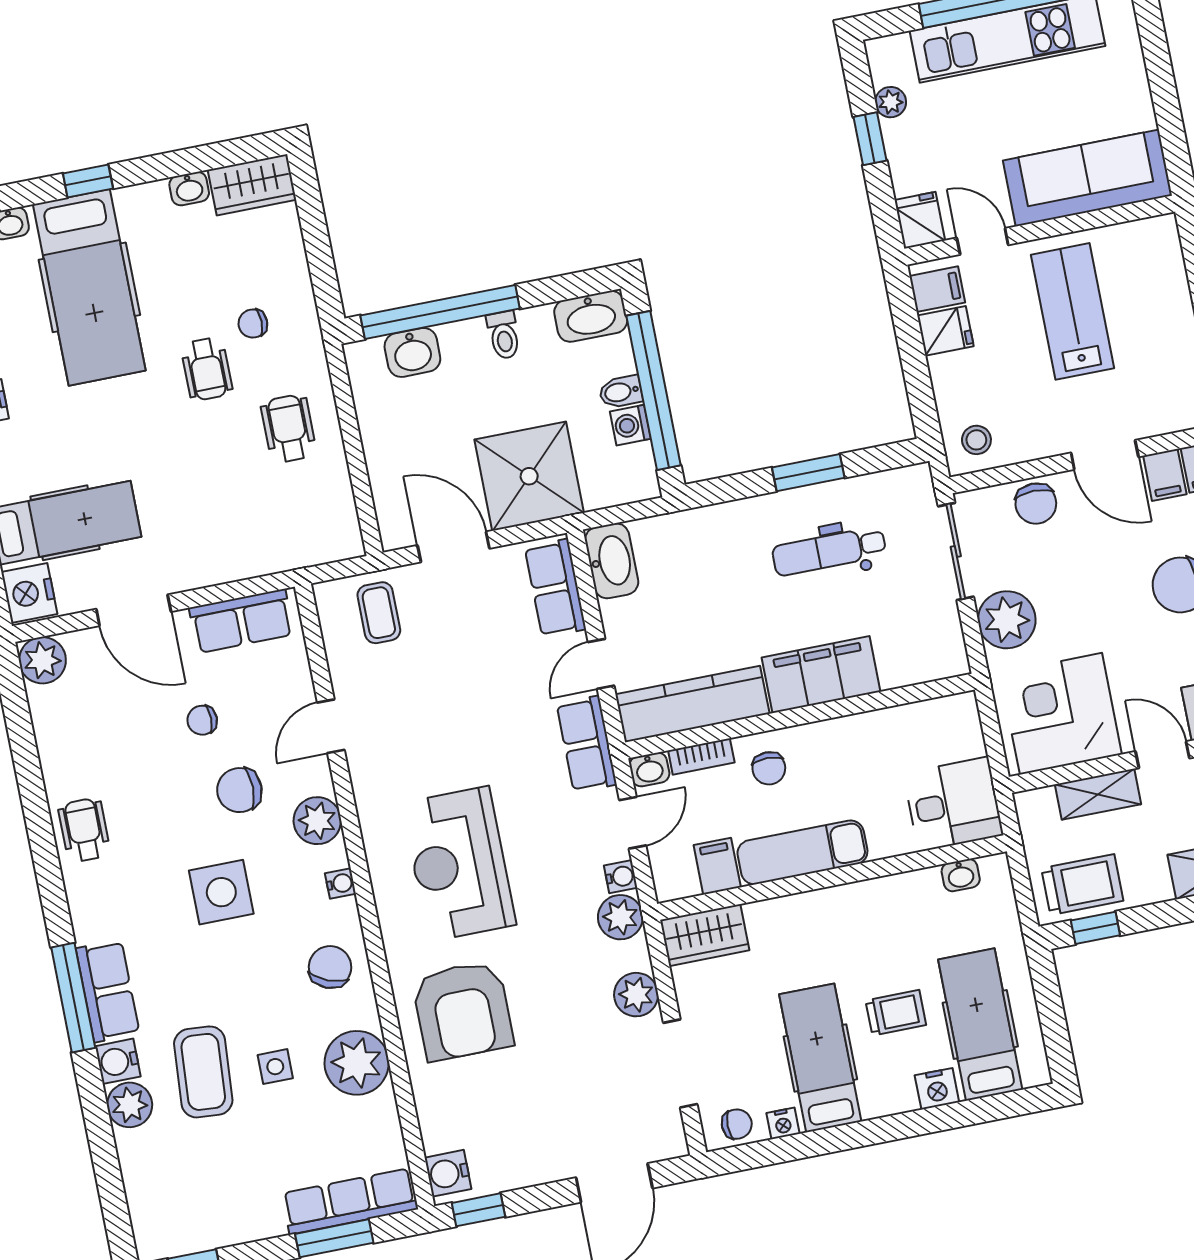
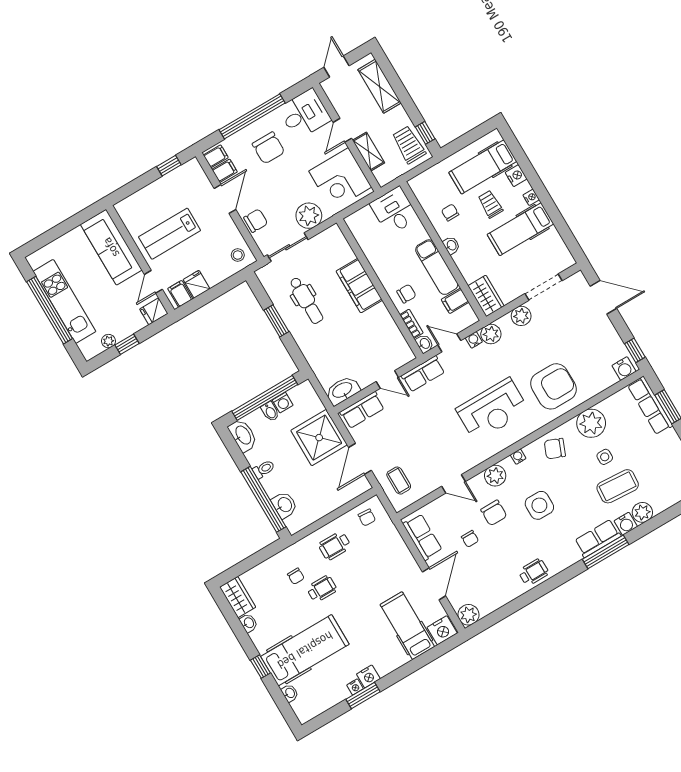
chair: (324, 518) -> (367, 517), added
coffee table: (379, 613) -> (399, 481), turned 90
kitchen counter: (692, 704) -> (391, 335), removed
wheelchair: (84, 830) -> (534, 572), turned 180
washbasin: (961, 875) -> (451, 245), moved
nightstand: (783, 1123) -> (531, 197), moved
chair: (737, 1124) -> (450, 213), moved

